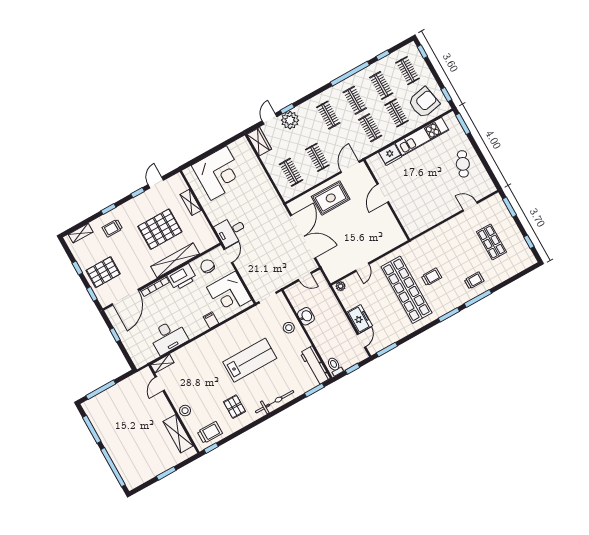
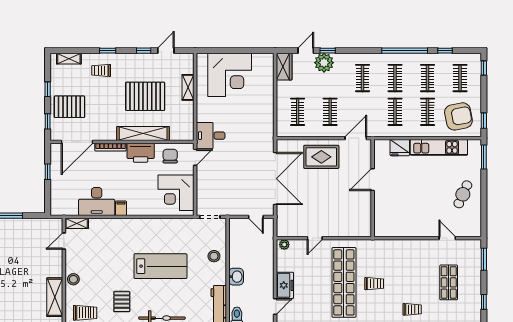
washbasin: (306, 316) -> (236, 277), moved
filing cabinet: (211, 320) -> (121, 208), moved

